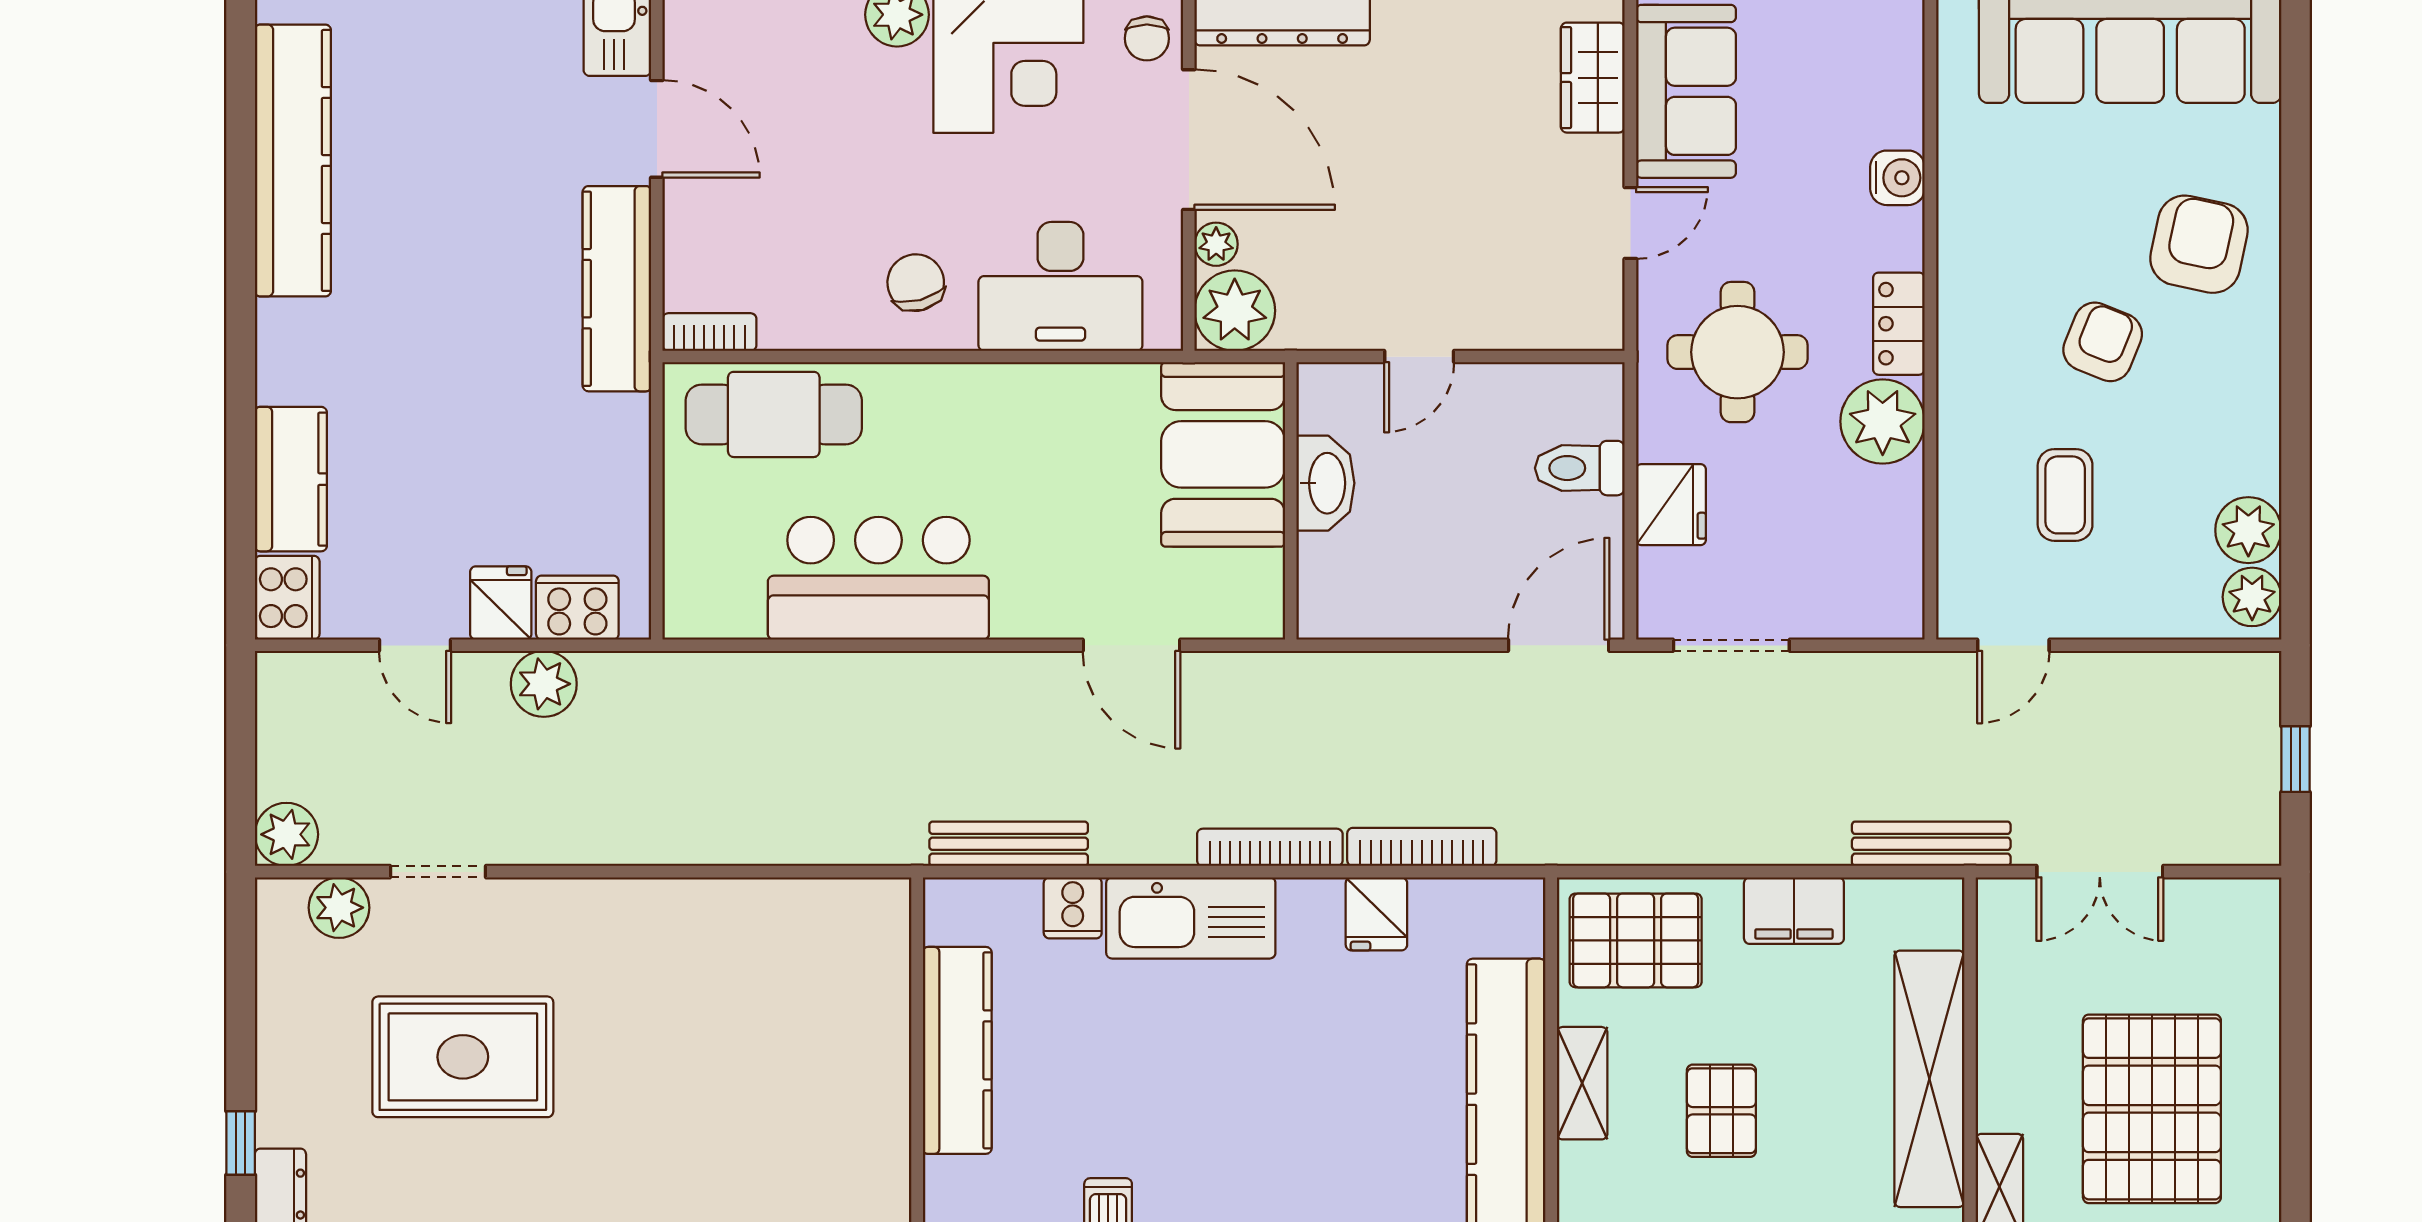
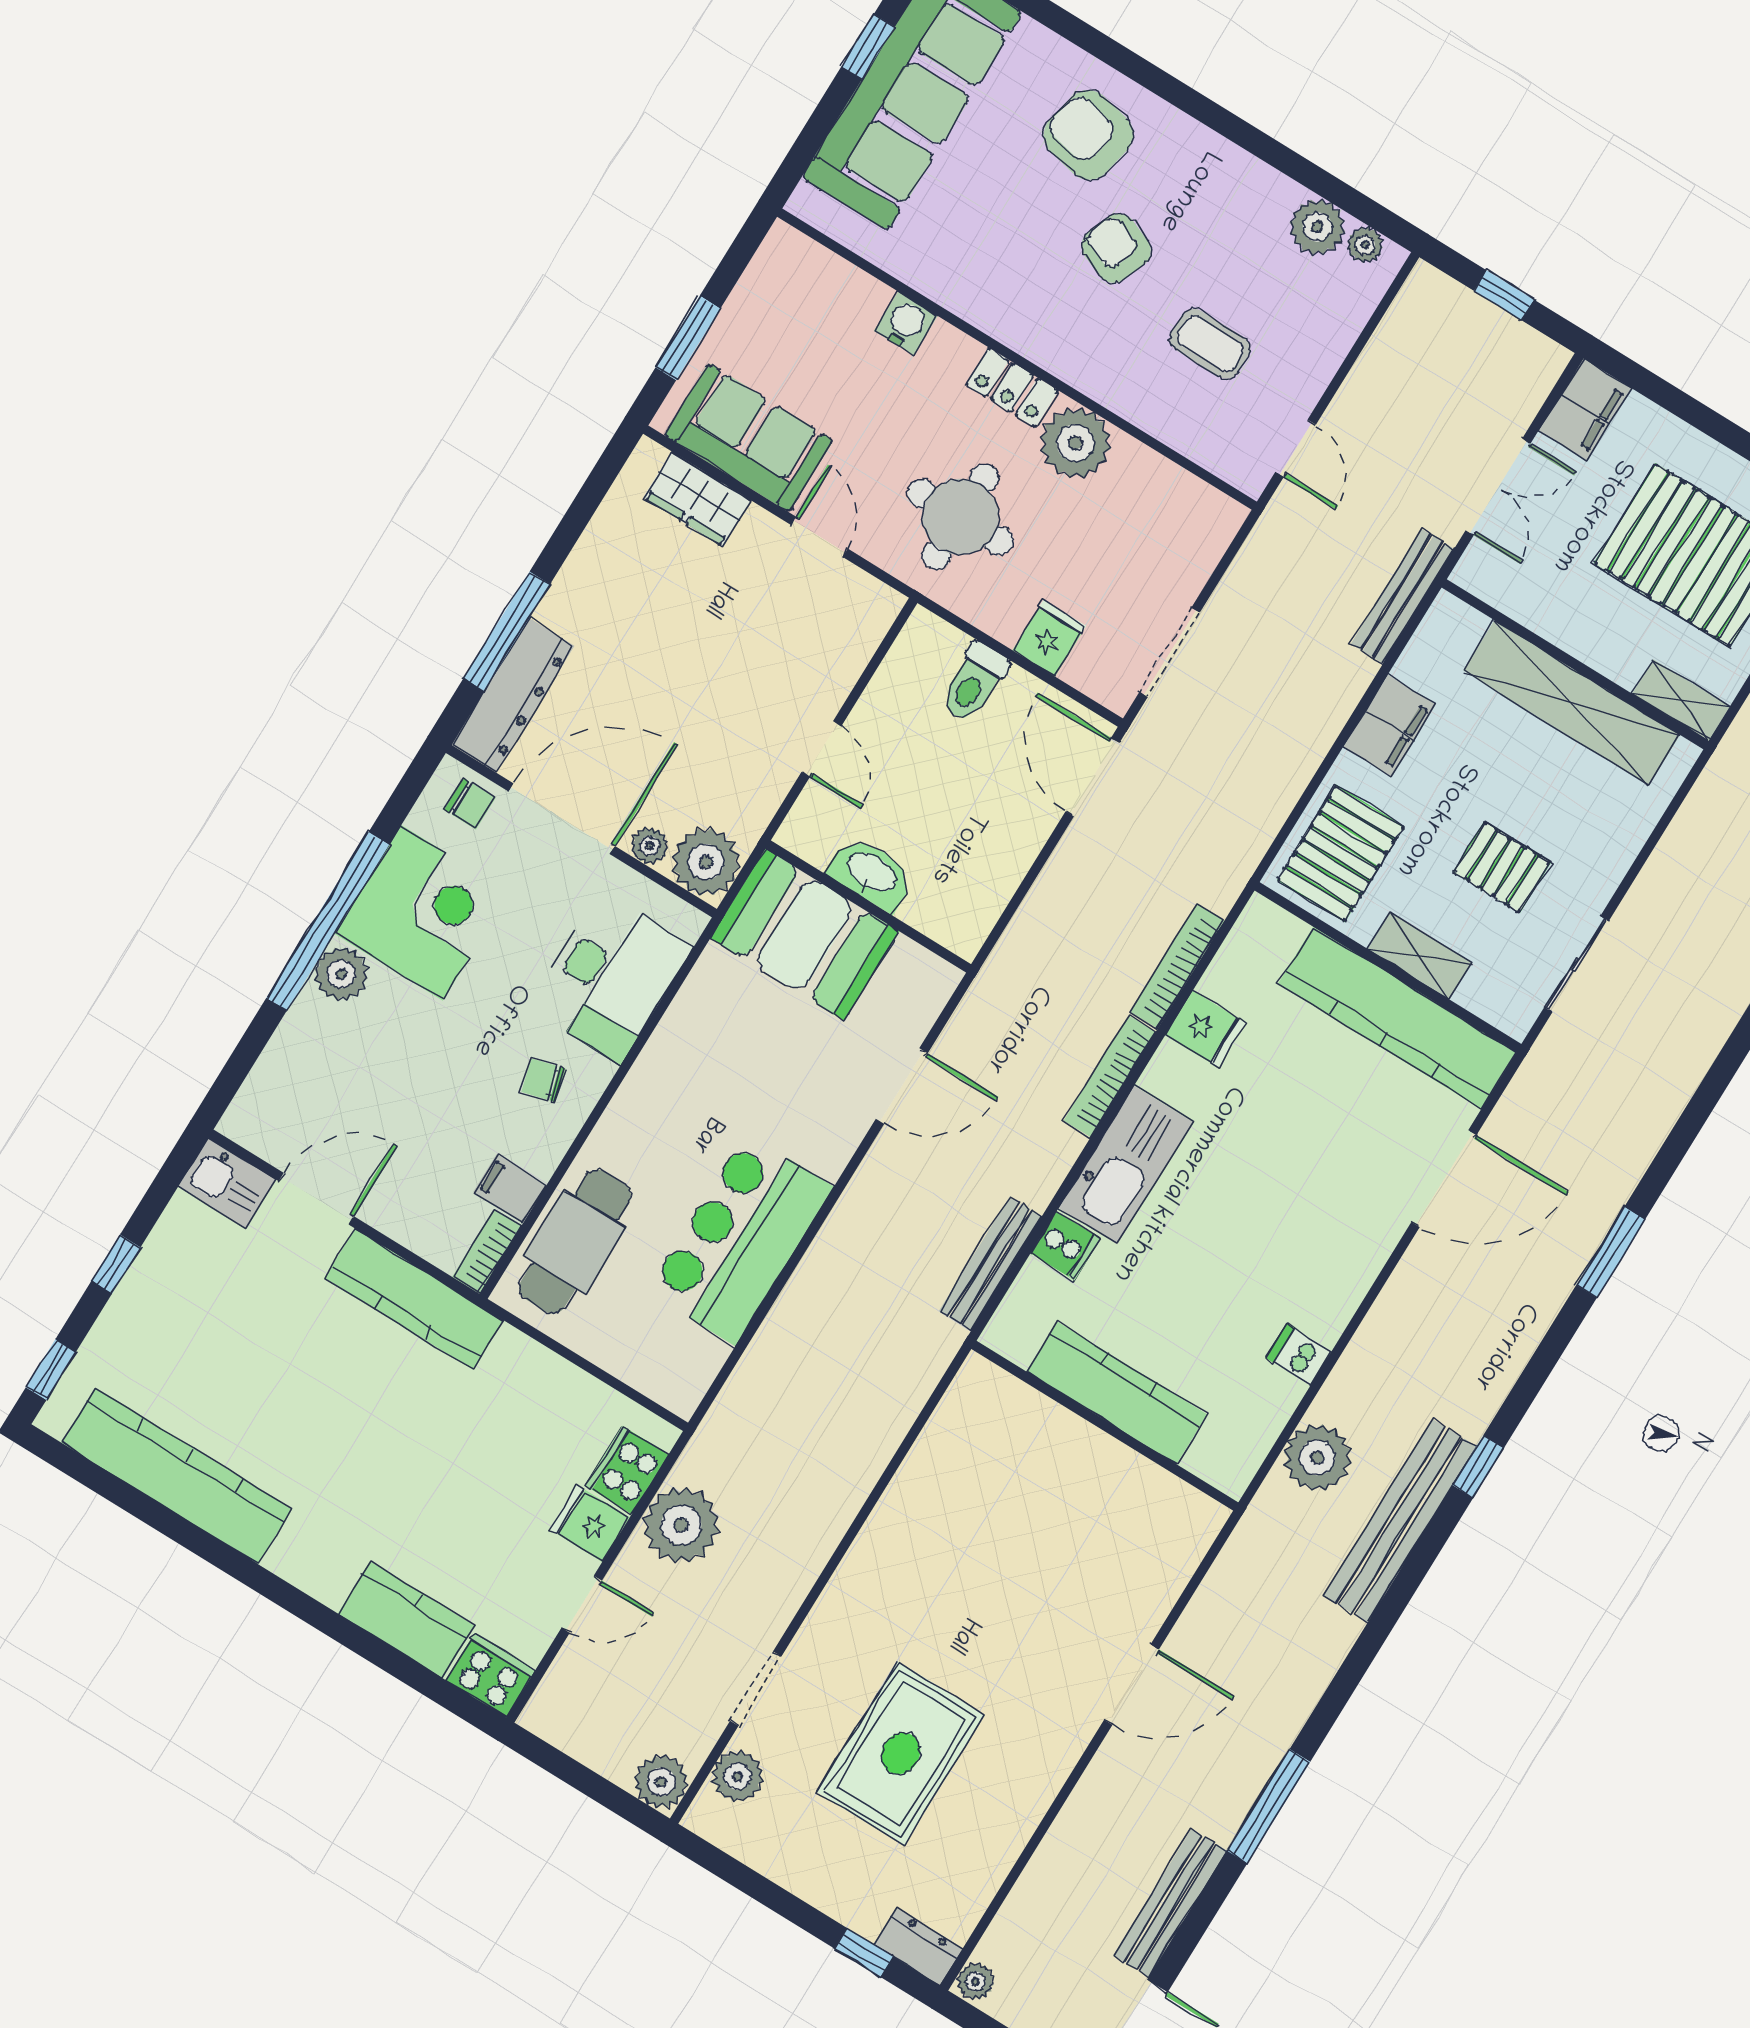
chair: (916, 283) -> (543, 1080), width x0.73, depth x0.73
filing cabinet: (787, 316) -> (510, 1188), added
fridge: (1671, 505) -> (1049, 638), width x0.72
plant: (2252, 597) -> (1365, 245), width x0.73, depth x0.73
plant: (544, 684) -> (681, 1525), width x1.36, depth x1.36
filing cabinet: (2231, 911) -> (1585, 409), added

